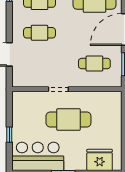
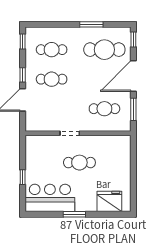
window: (9, 28) -> (23, 75), added
cafe table: (68, 119) -> (79, 163), width x0.73, depth x0.74

